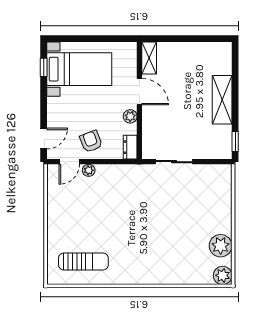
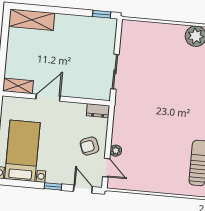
window: (44, 67) -> (53, 186), moved
shelving: (222, 100) -> (32, 20), moved
plant: (130, 116) -> (70, 108), removed

